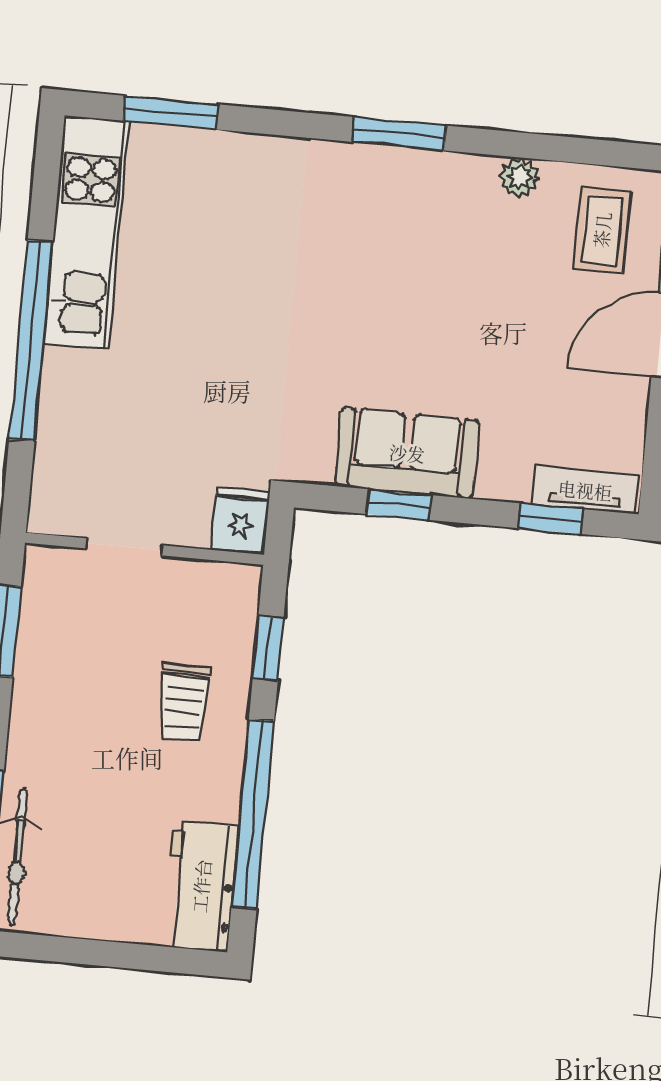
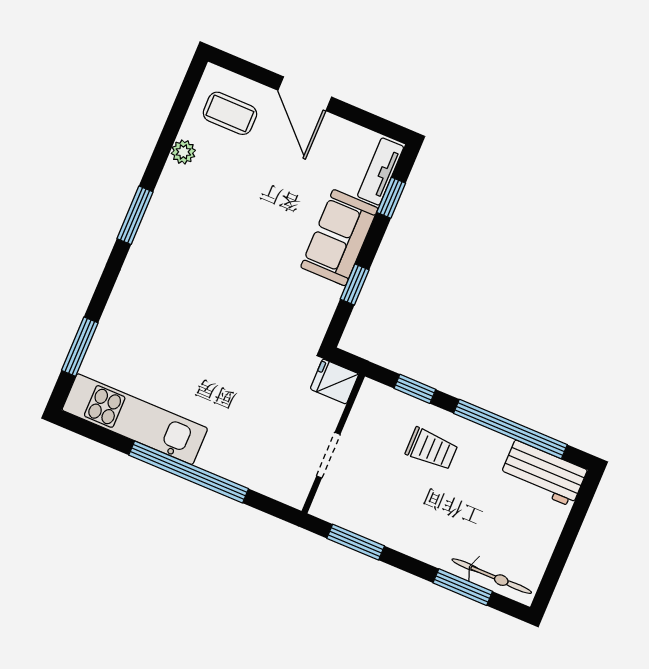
sofa: (407, 453) -> (339, 238), moved

